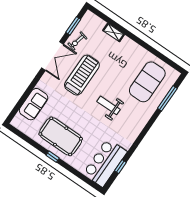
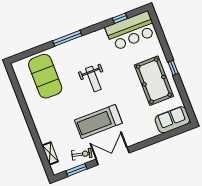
shelving: (114, 32) -> (50, 153), moved
exercise mat: (147, 82) -> (45, 76), turned 90
window: (167, 98) -> (67, 38), moved
sofa: (34, 104) -> (172, 120), moved

